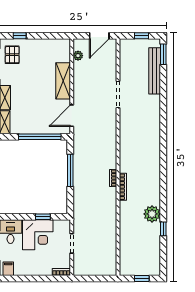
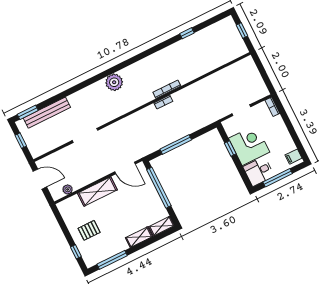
pallet: (12, 55) -> (89, 230), moved
plant: (152, 214) -> (114, 82), moved

